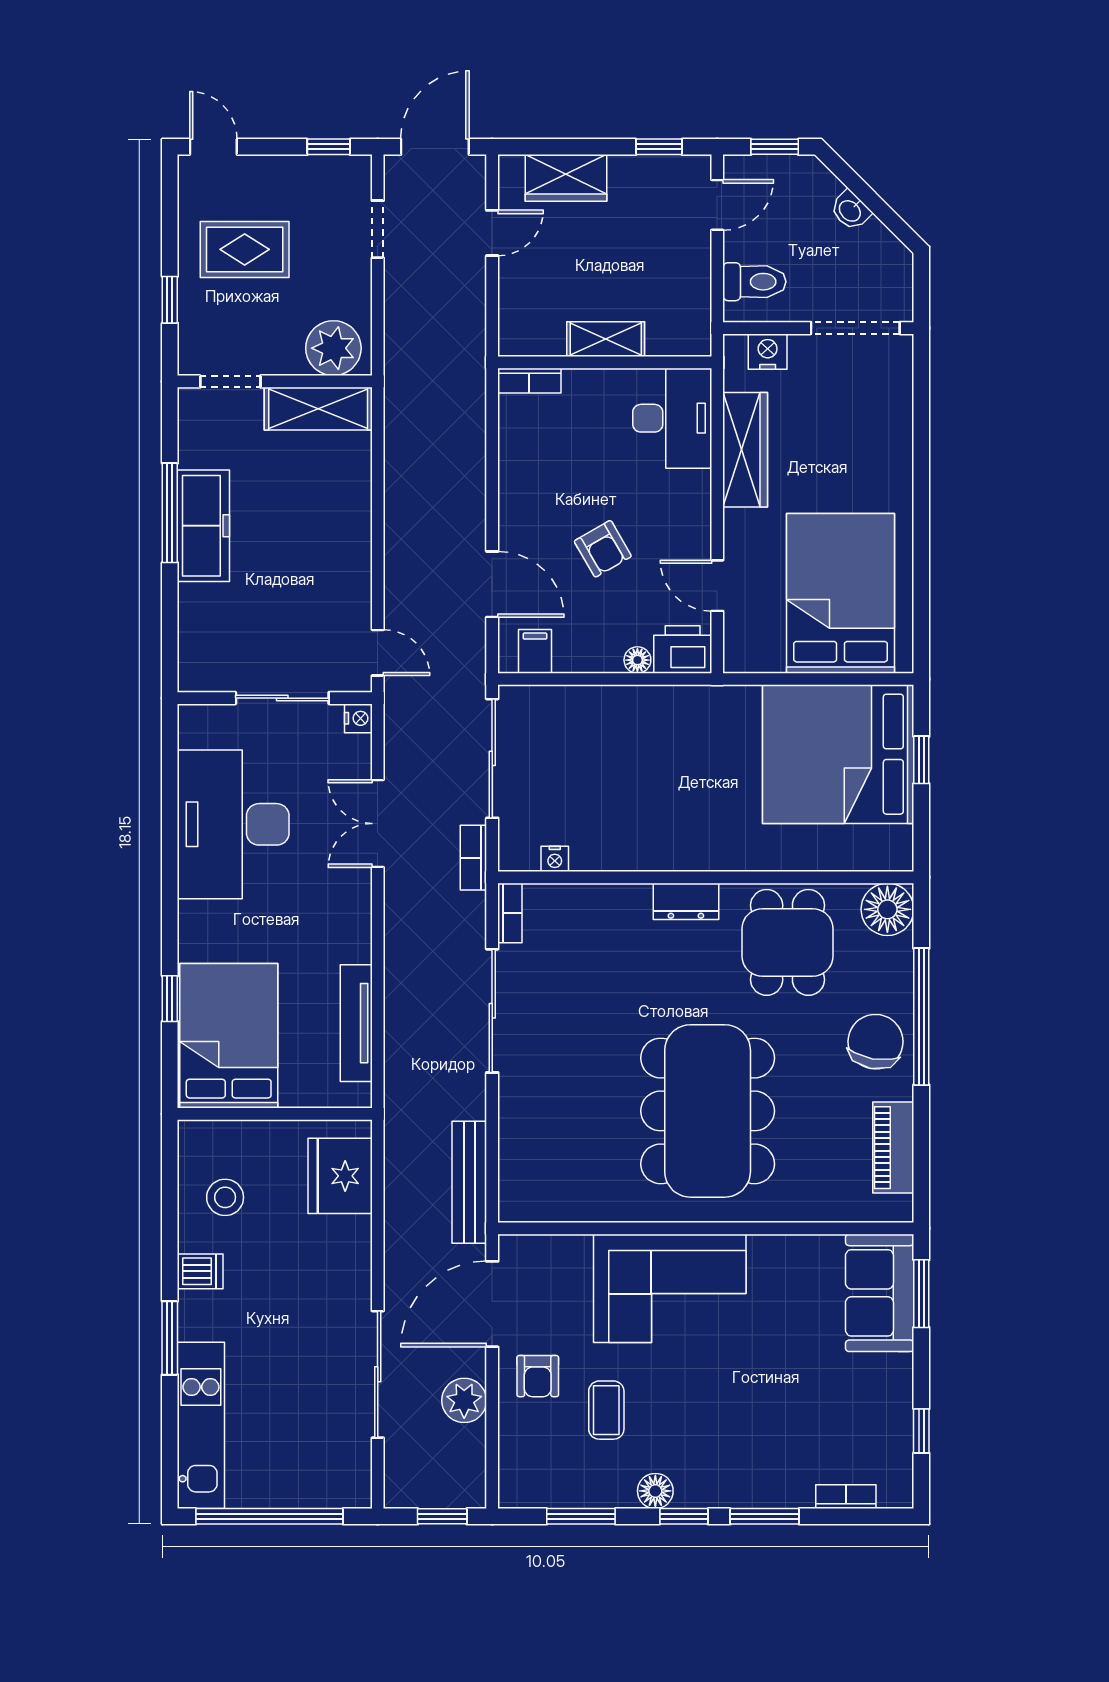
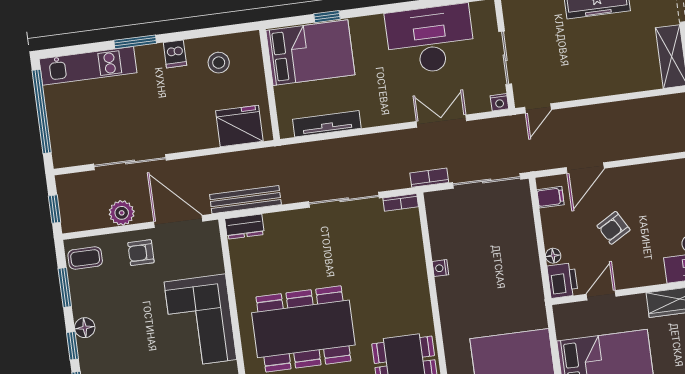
nightstand: (555, 859) -> (440, 268), moved
dresser: (686, 901) -> (245, 227), moved, turned -90
coffee table: (606, 1410) -> (85, 258), moved

